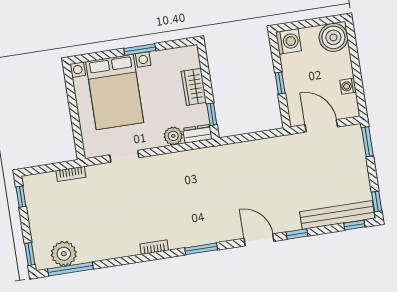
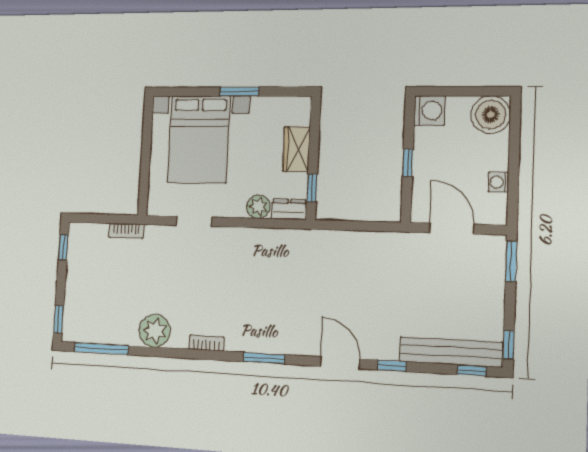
plant: (64, 254) -> (155, 331), moved

